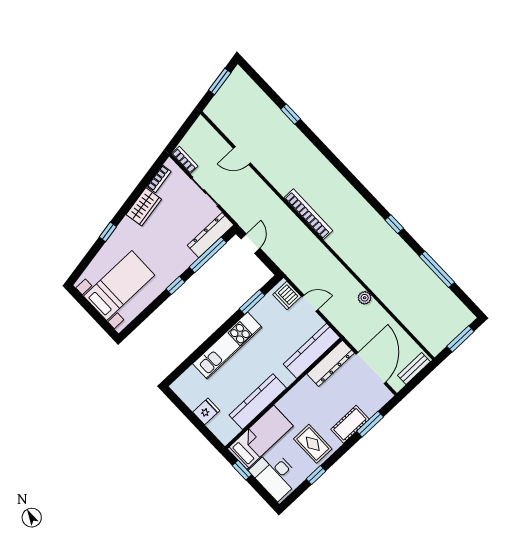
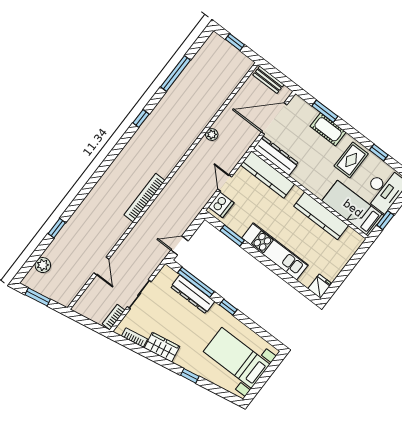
plant: (253, 93) -> (43, 265), added
dresser: (210, 235) -> (193, 294), moved
window: (460, 339) -> (235, 42), width x0.67
fridge: (206, 411) -> (320, 286), moved, turned 90

